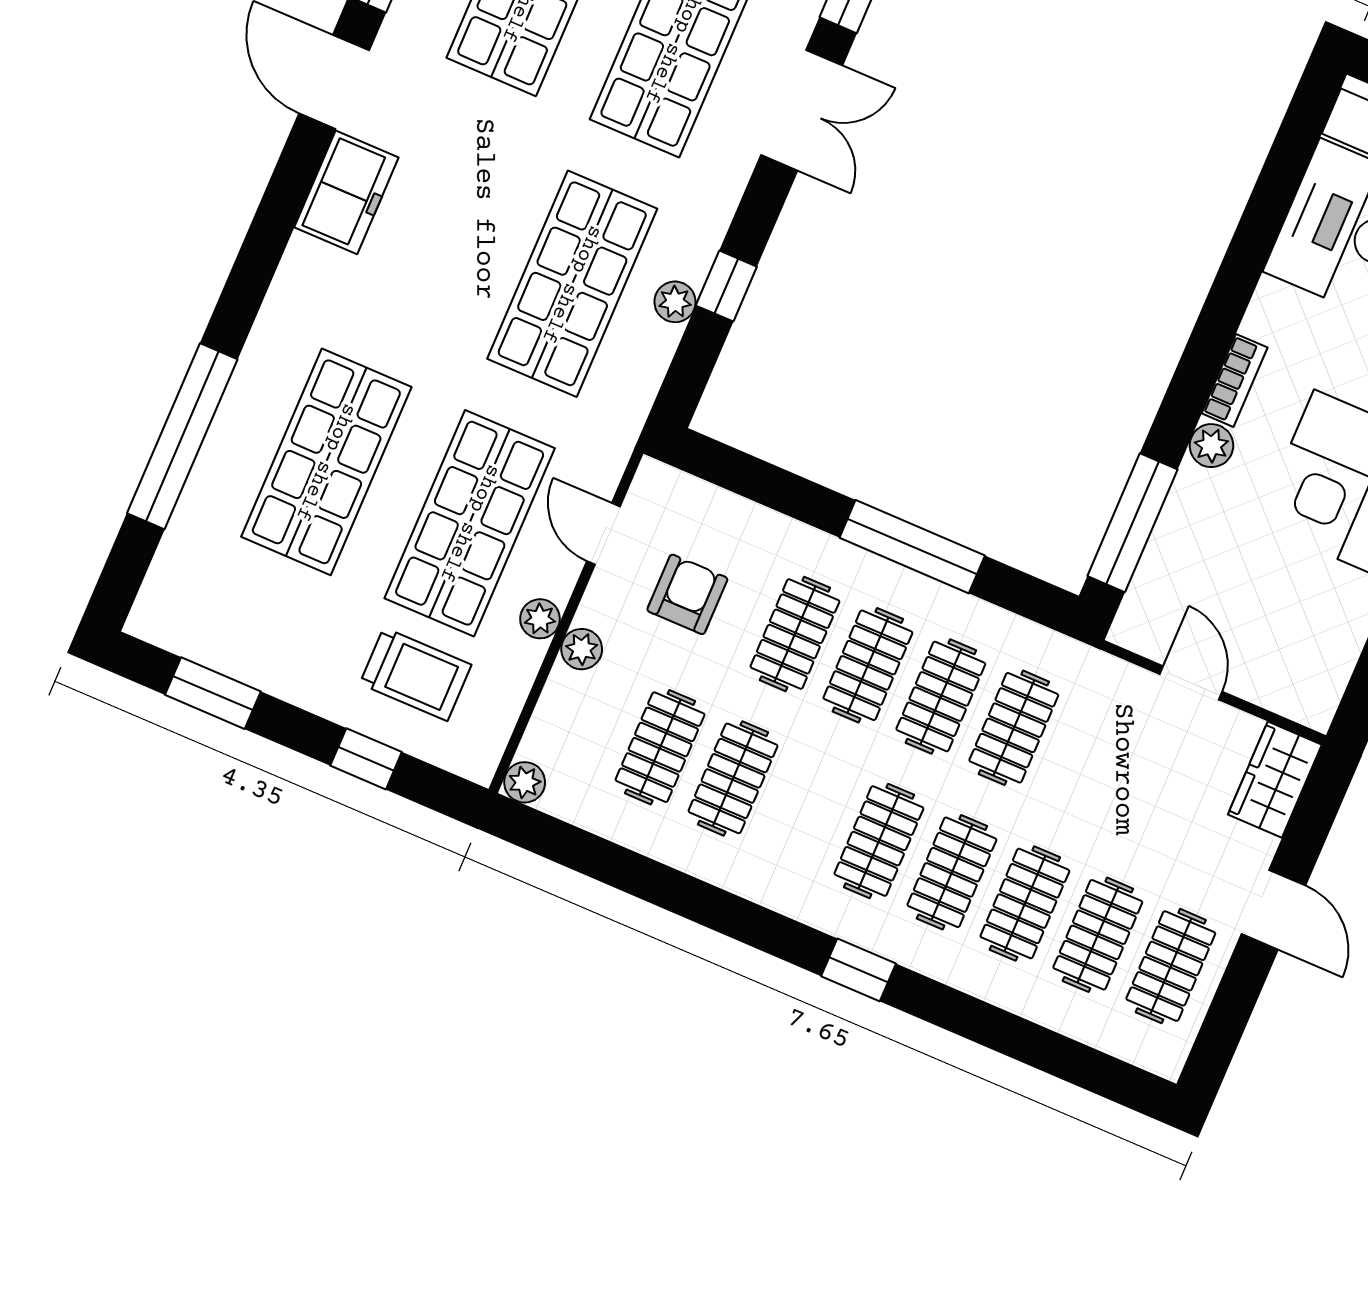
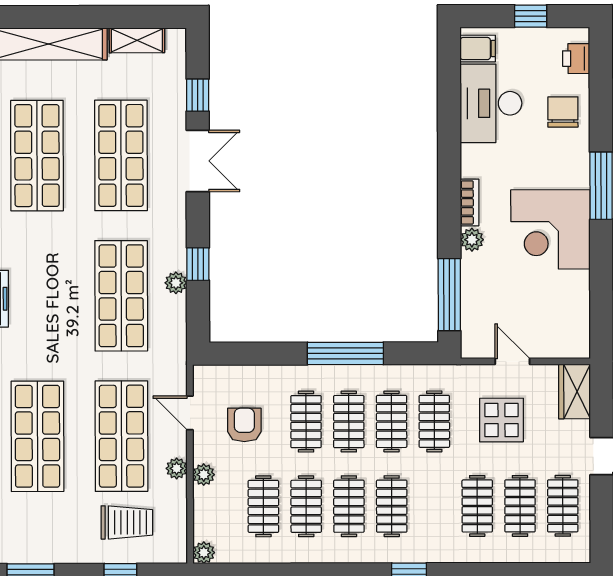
display table: (1129, 775) -> (502, 420), added
clothes rail: (952, 872) -> (349, 506), moved

